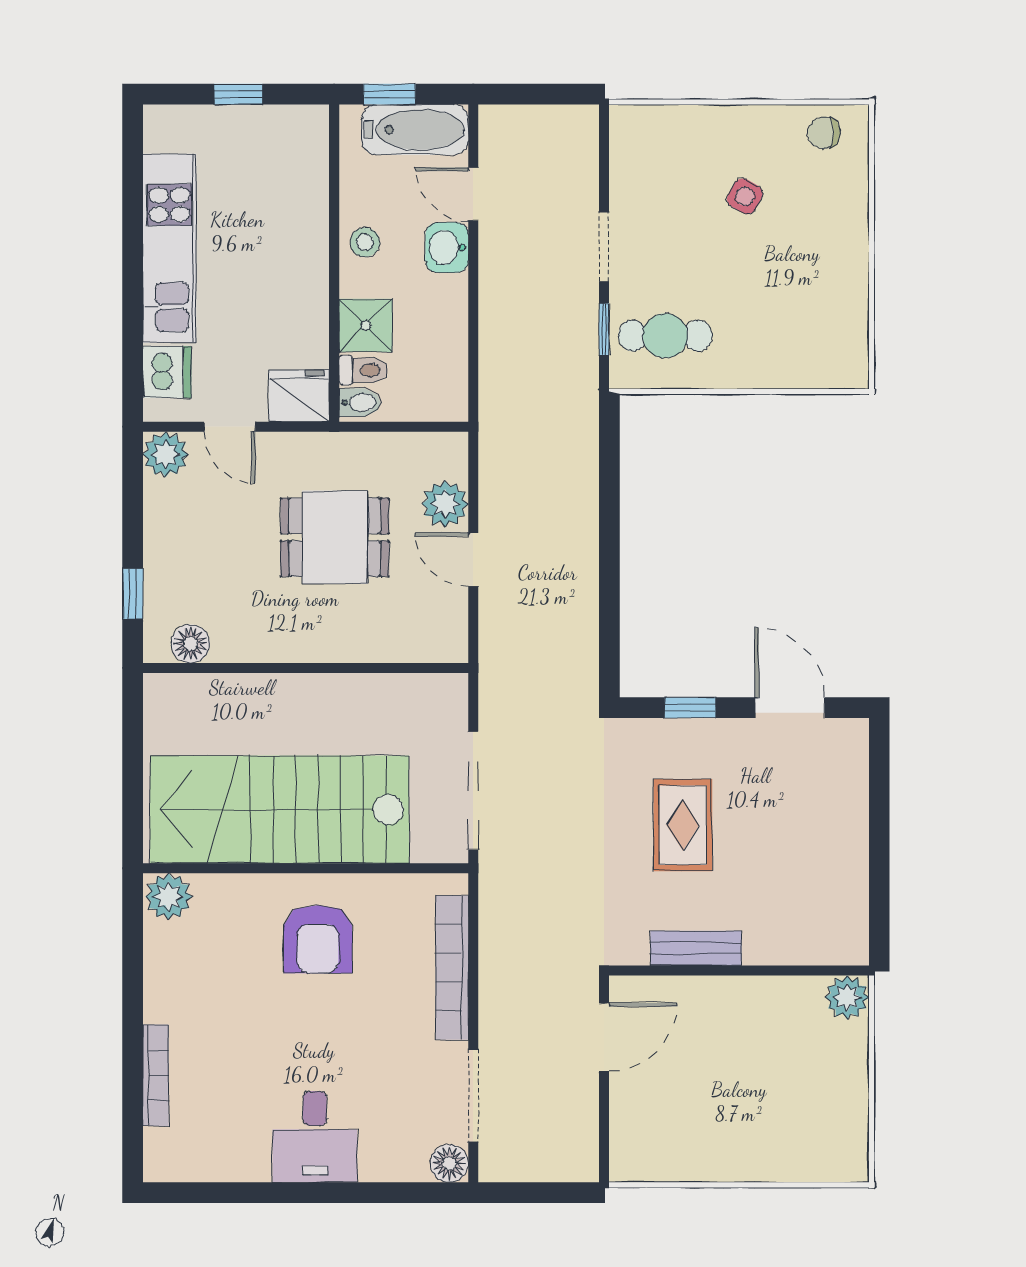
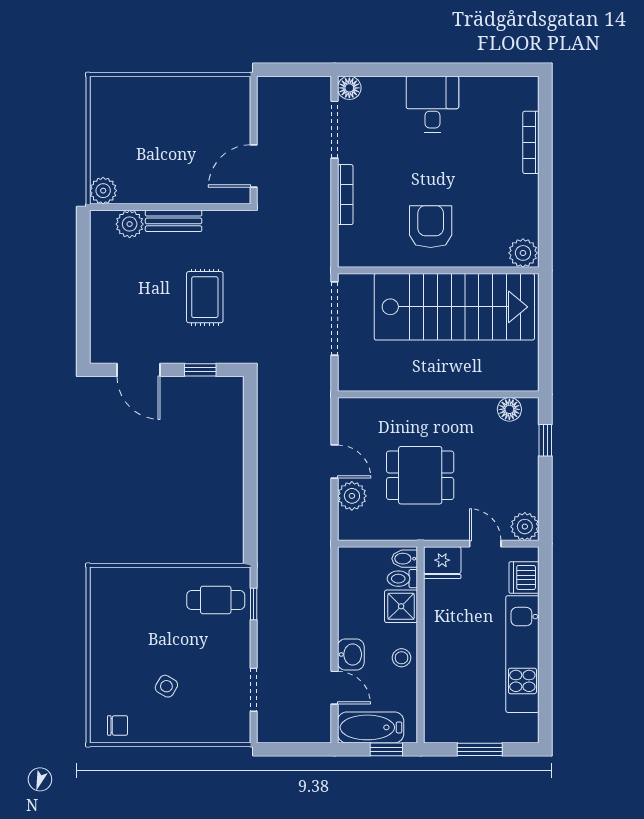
window: (238, 94) -> (480, 749), width x1.50
doorway: (604, 247) -> (254, 690), moved
plant: (804, 943) -> (130, 224), added
bench: (696, 948) -> (174, 221), moved
bookcase: (452, 967) -> (345, 195), width x0.68, depth x0.76

